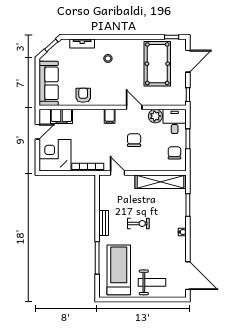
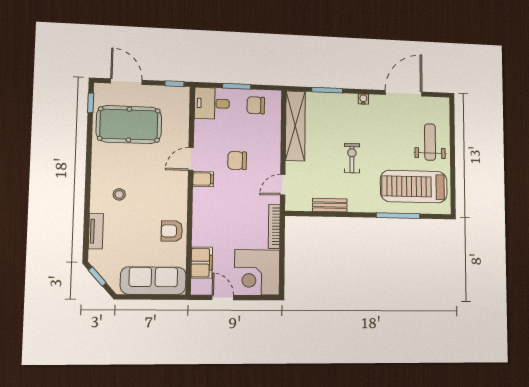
filing cabinet: (110, 116) -> (203, 179), moved
plant: (155, 116) -> (204, 130), removed
bench: (104, 223) -> (330, 205), moved
door: (188, 276) -> (404, 93), moved

